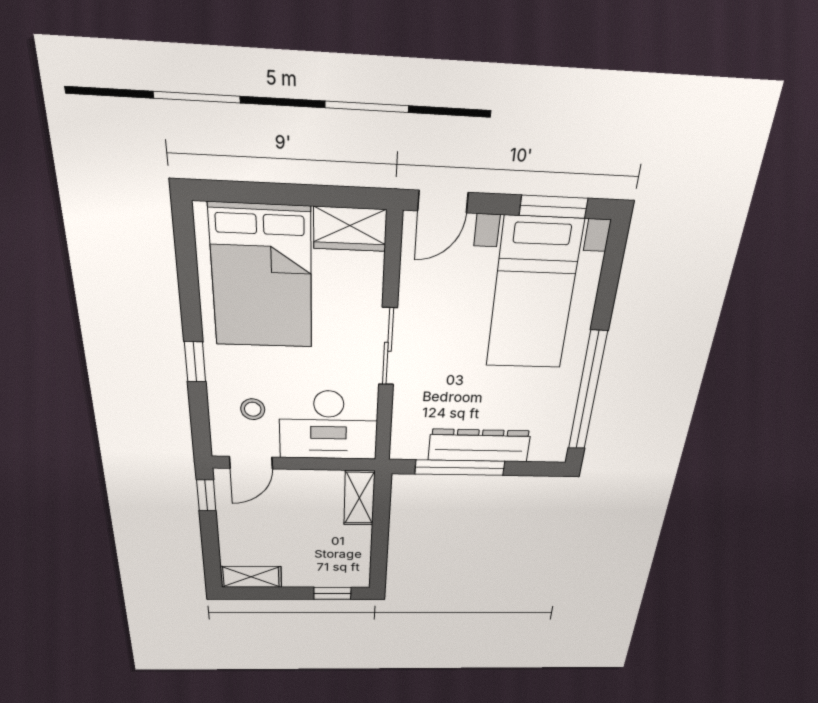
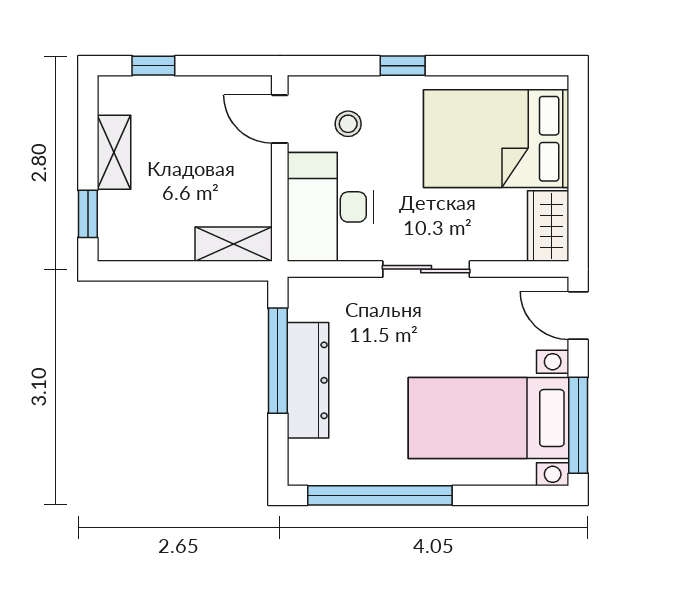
window: (553, 207) -> (578, 425), width x1.44
window: (206, 495) -> (153, 66), moved
shelving: (251, 577) -> (114, 152), moved

